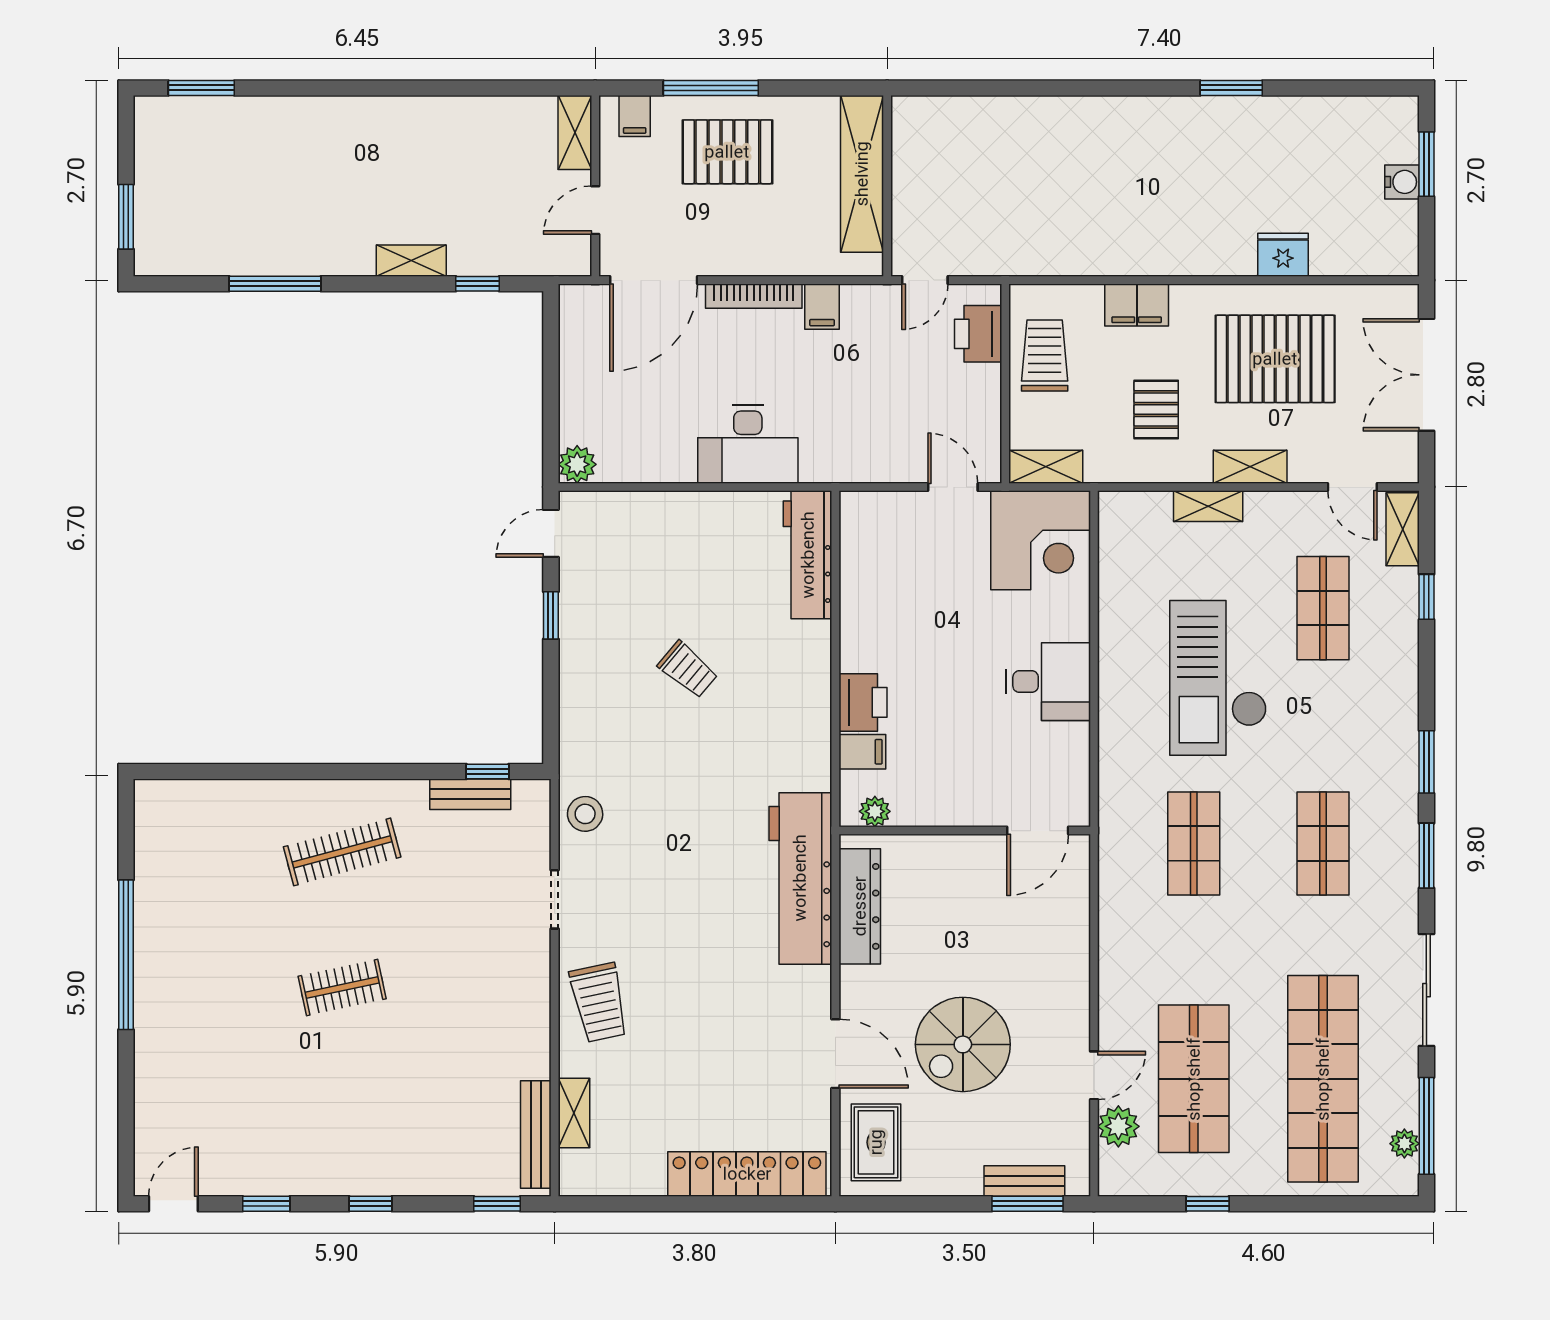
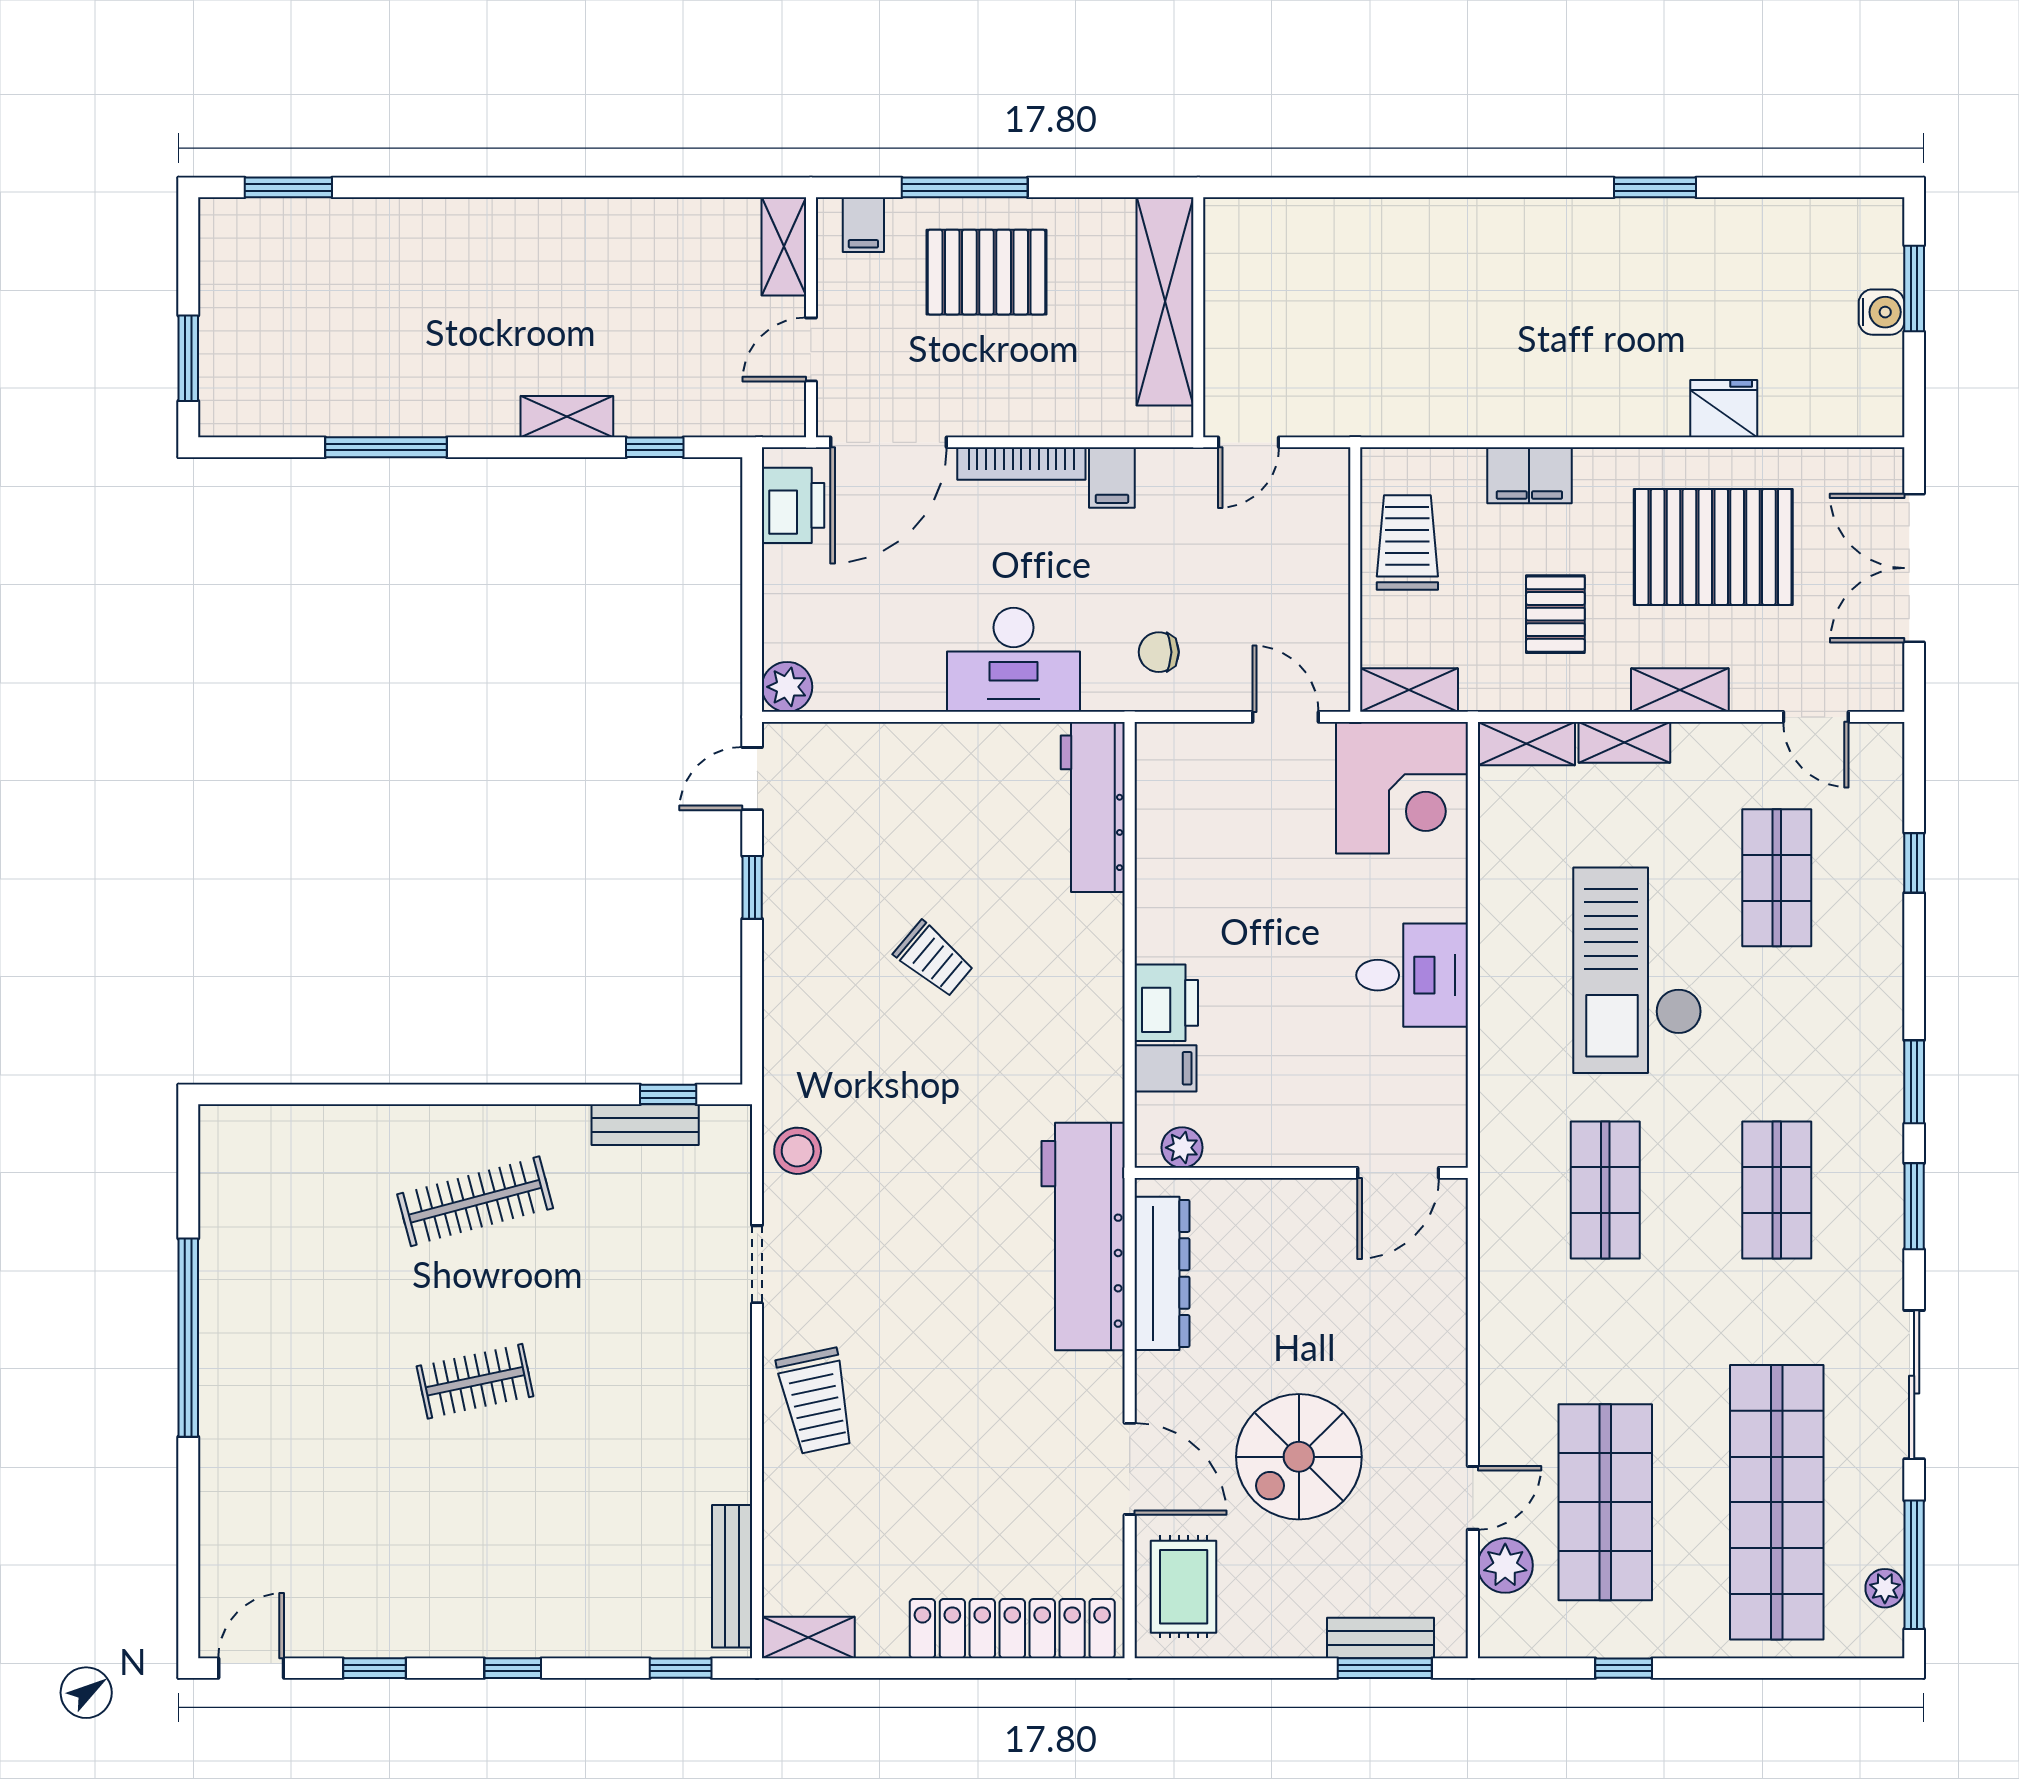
printer: (978, 334) -> (793, 505), moved, turned 180
chair: (857, 438) -> (1159, 652), added
shelving: (1403, 529) -> (1526, 744), moved, turned 90
shelving: (574, 1113) -> (808, 1637), moved, turned 90

